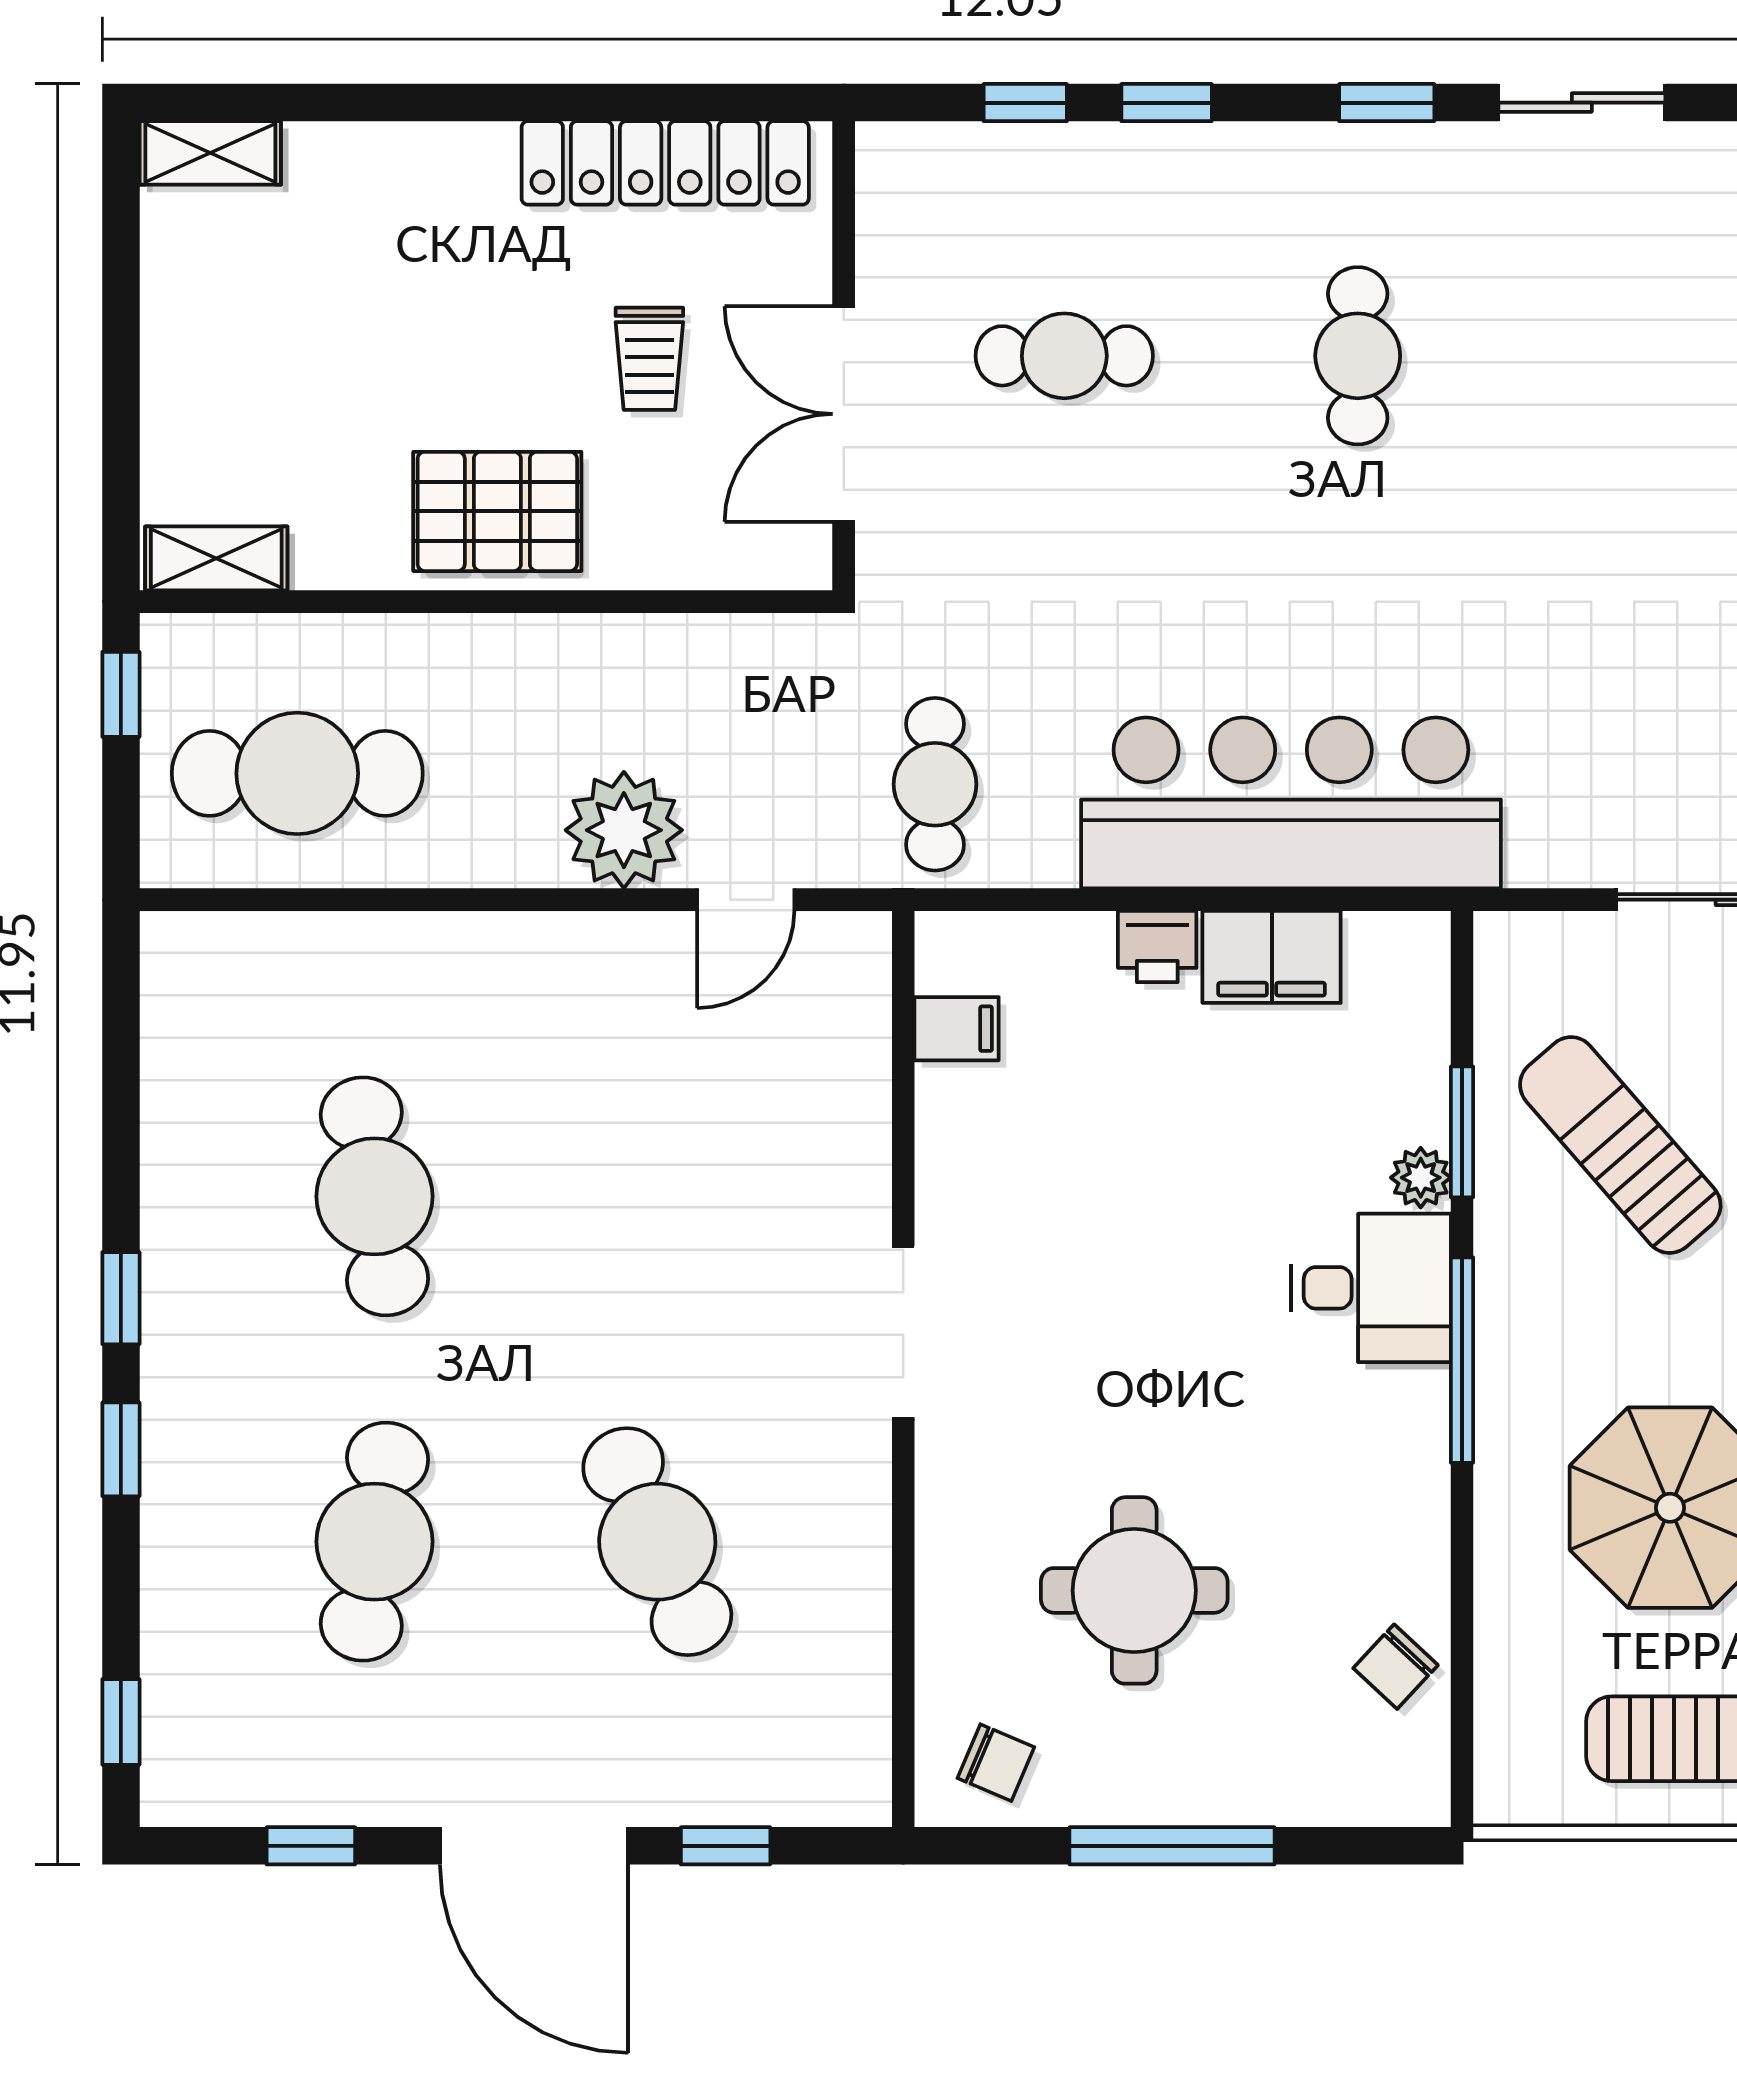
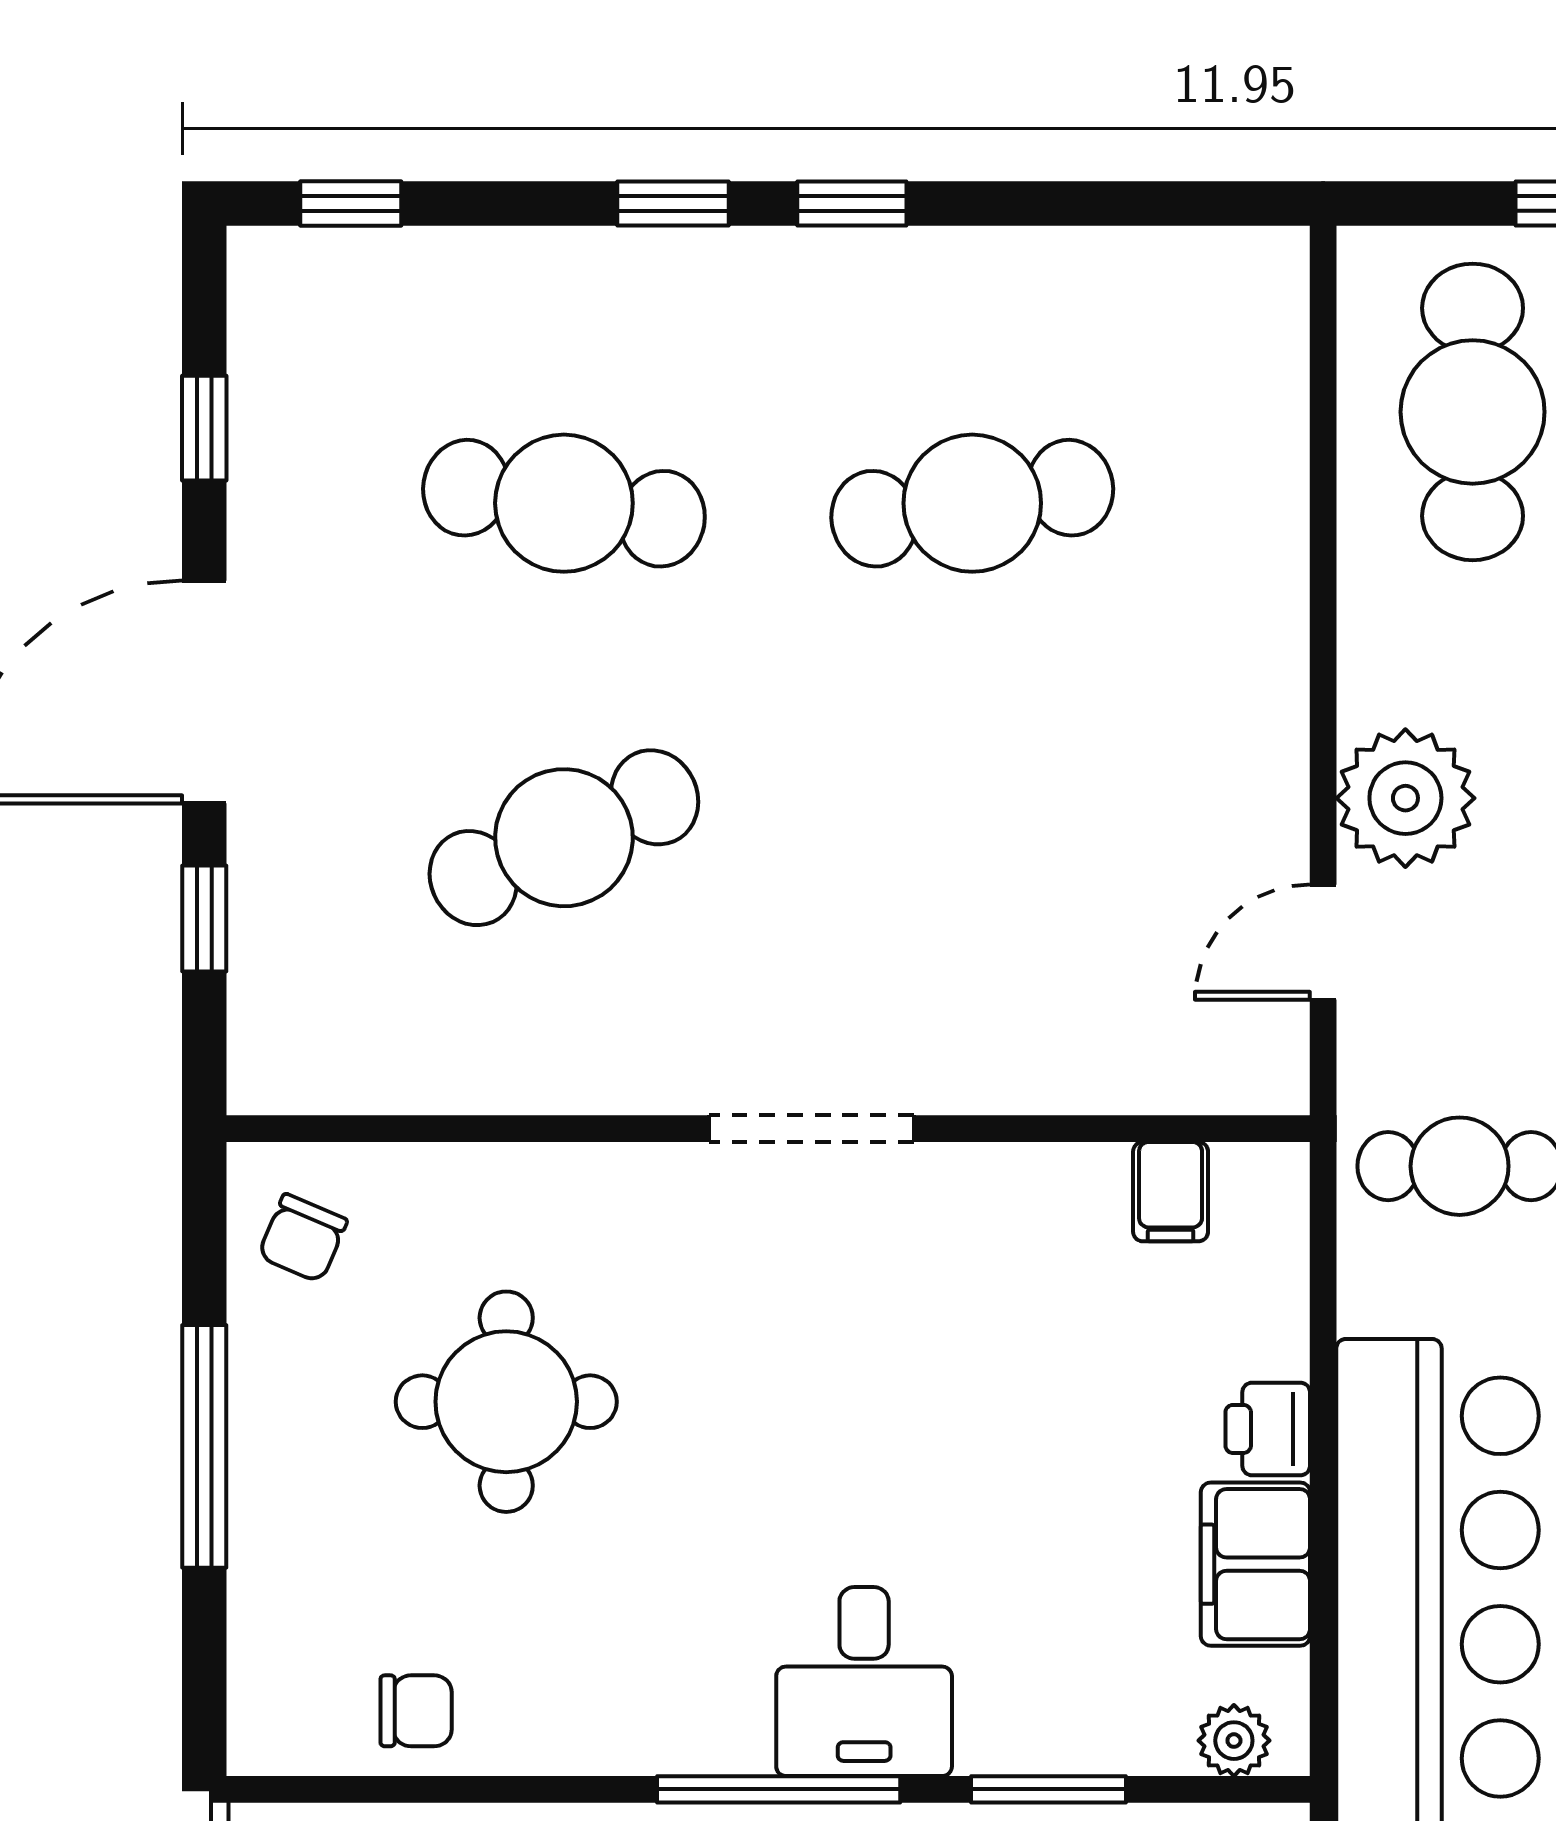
door: (746, 900) -> (1323, 942), hinge flipped
plant: (1421, 1178) -> (1234, 1741), moved
chair: (1396, 1667) -> (416, 1711), turned 137

